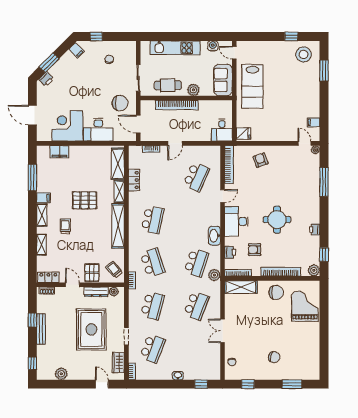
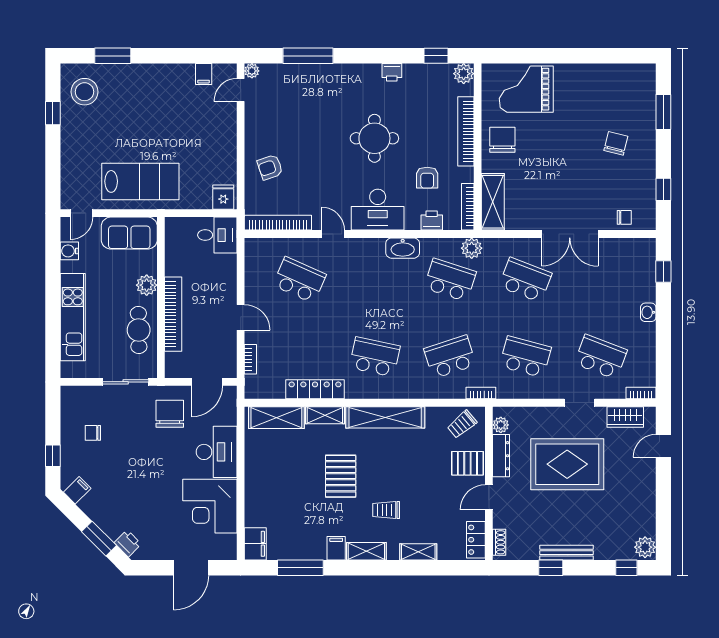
filing cabinet: (59, 152) -> (255, 544), moved
locker: (134, 180) -> (315, 389), width x1.53
double door: (222, 331) -> (570, 234), width x1.37
plant: (61, 374) -> (645, 547), moved

